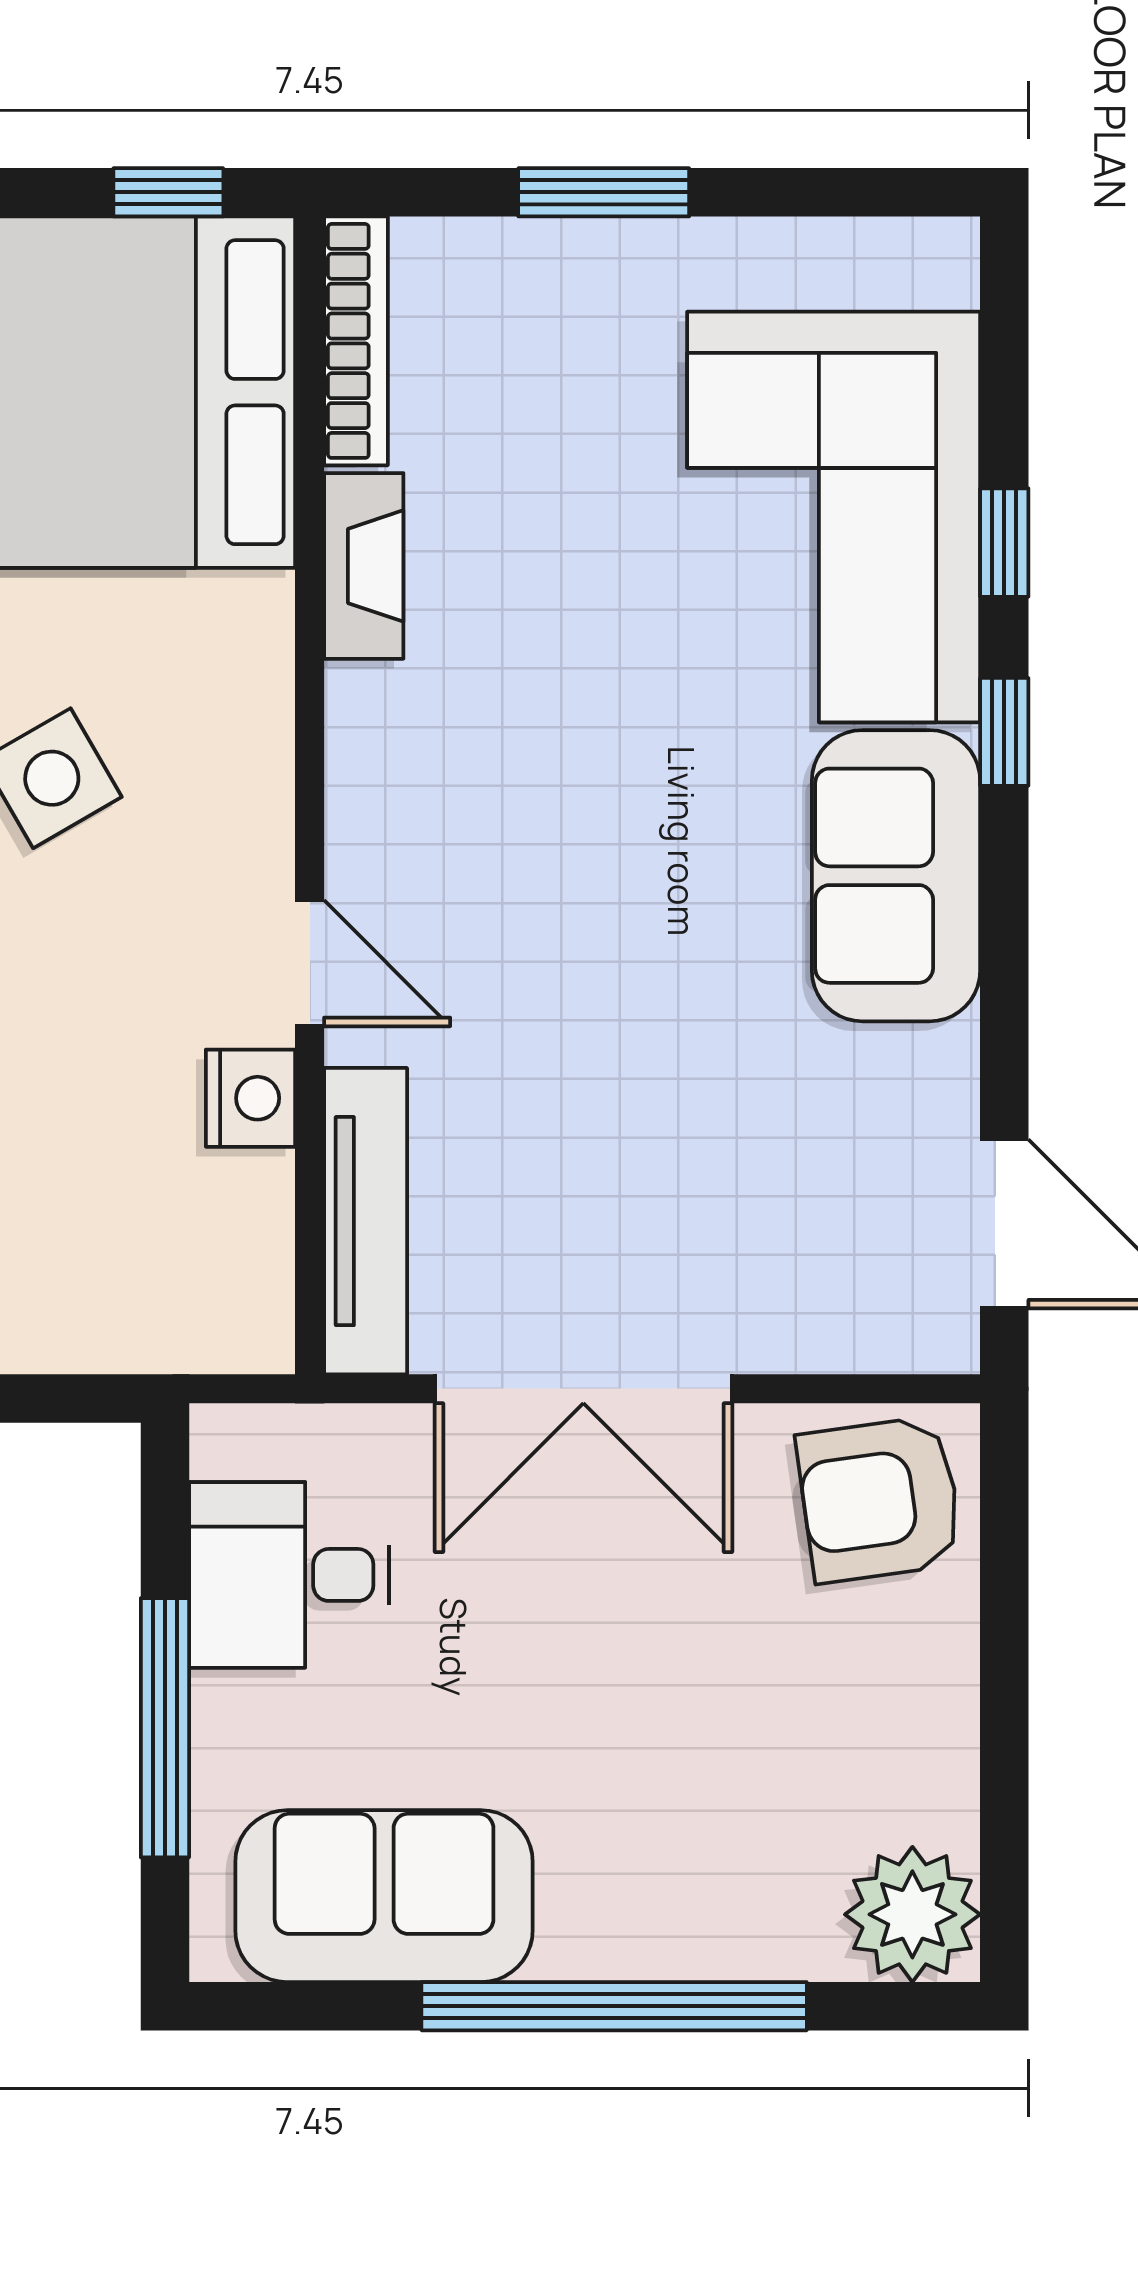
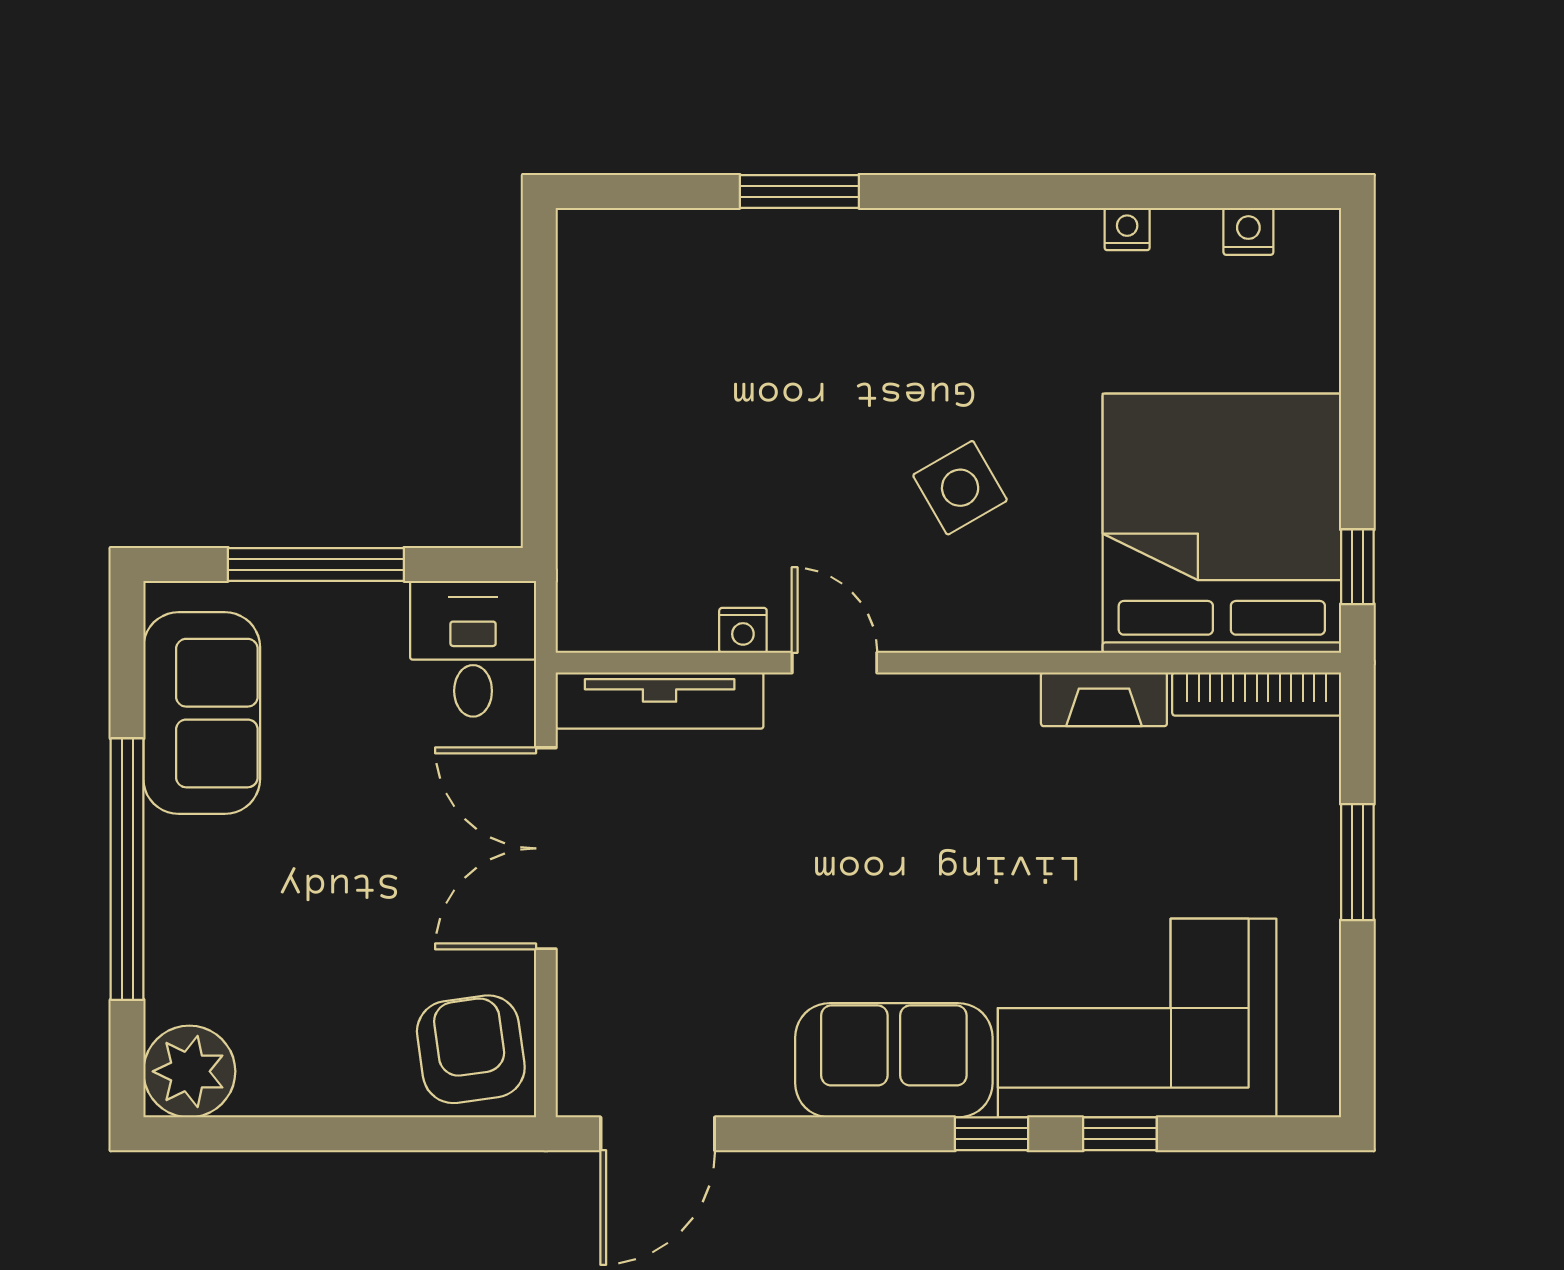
door: (310, 963) -> (834, 663), swing flipped
nightstand: (250, 1098) -> (743, 630), width x0.72, depth x0.74
desk: (289, 1575) -> (473, 649), moved

